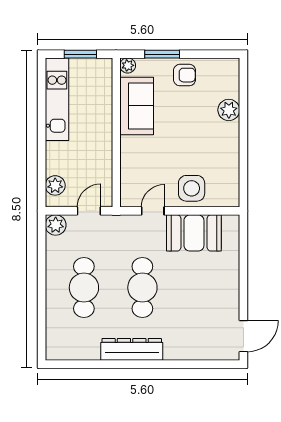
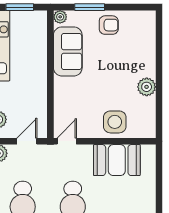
plant: (229, 110) -> (147, 87), moved
door: (153, 211) -> (67, 141), moved

